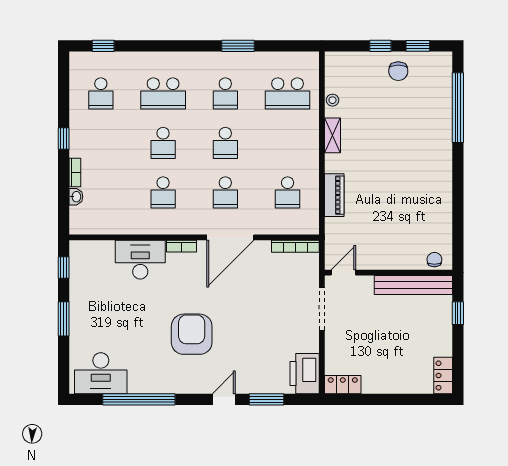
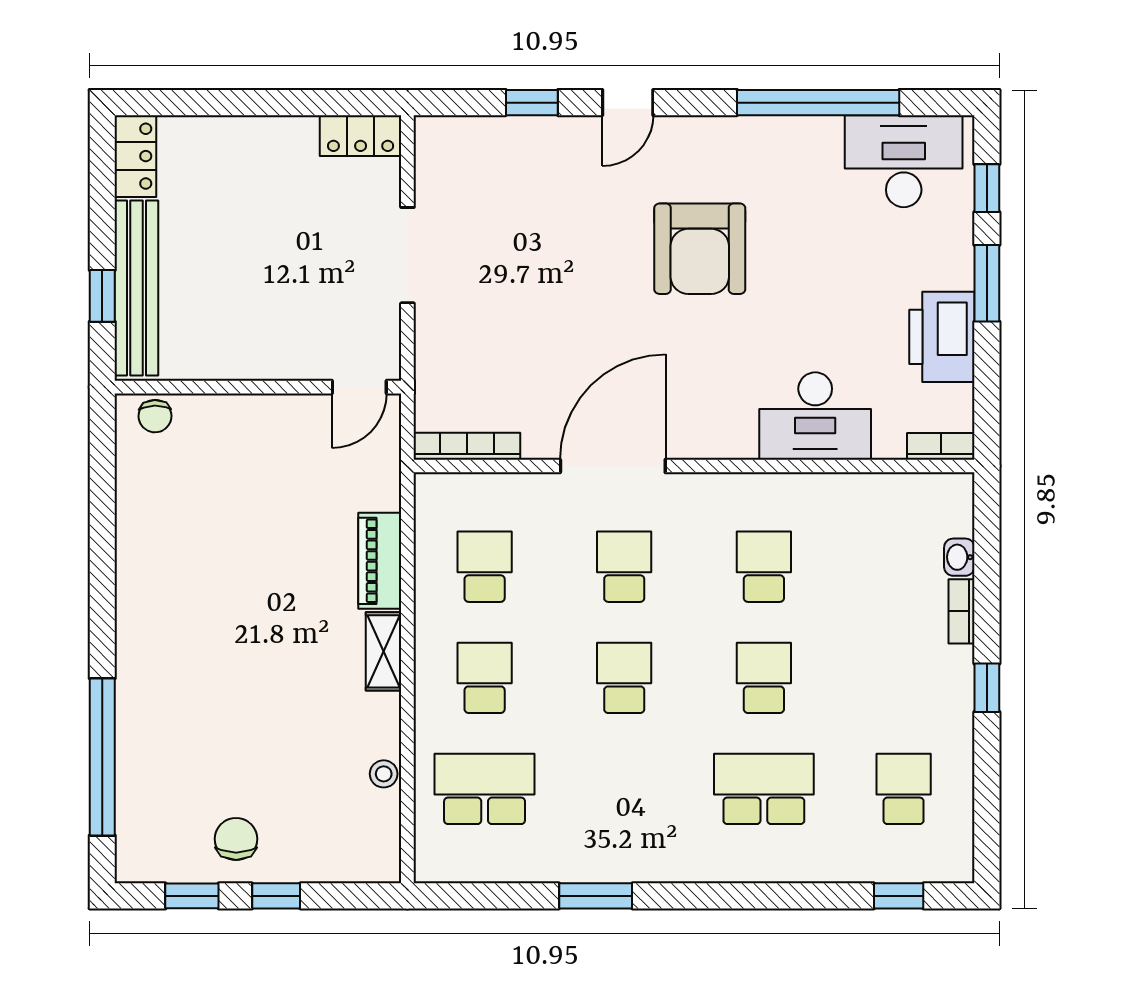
school desk: (225, 93) -> (485, 678), moved
shelving: (333, 135) -> (384, 651), moved
bookcase: (181, 246) -> (941, 446), moved
window: (64, 268) -> (987, 188), moved
bench: (413, 285) -> (136, 288), moved, turned 90
doorway: (322, 309) -> (407, 255), moved
printer: (305, 374) -> (942, 337), moved, turned 180
window: (266, 399) -> (532, 103), width x0.67

